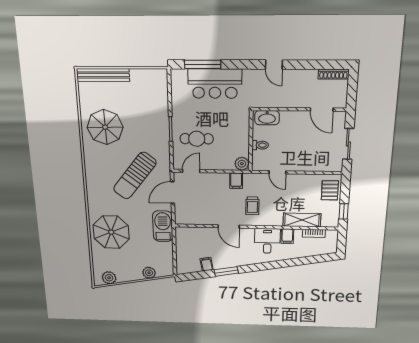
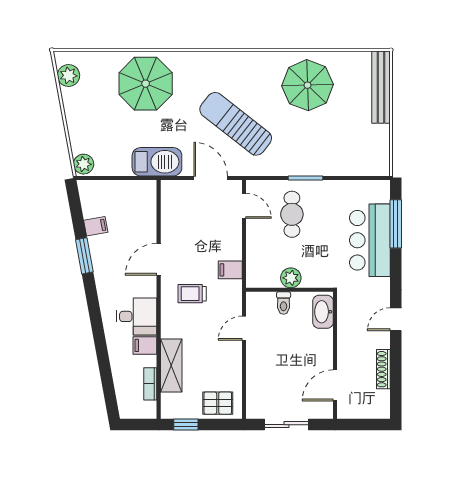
shoe rack: (333, 74) -> (383, 369), moved
plant: (242, 164) -> (291, 278), moved
plant: (149, 273) -> (84, 164), moved

